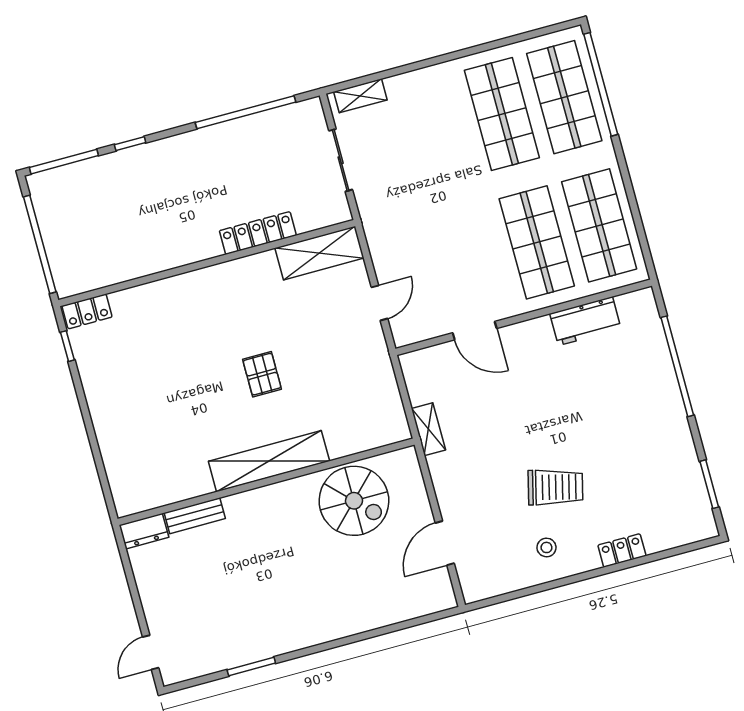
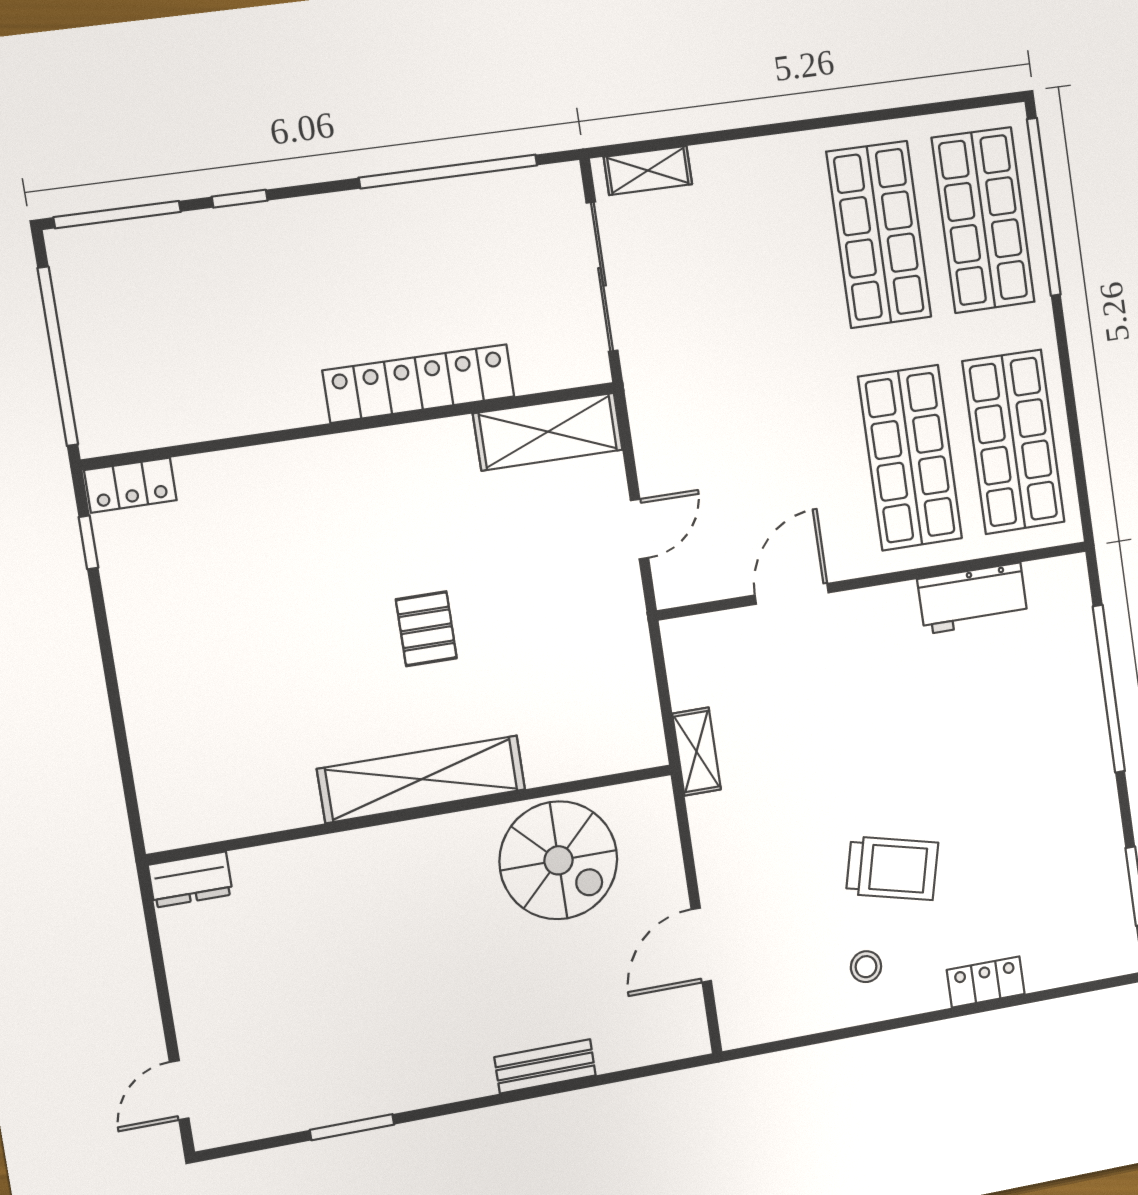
sliding door: (341, 160) -> (602, 277), width x1.37
locker: (258, 233) -> (419, 384), width x1.41, depth x1.21
door: (475, 331) -> (792, 594), swing flipped
bench: (195, 516) -> (545, 1066), moved

